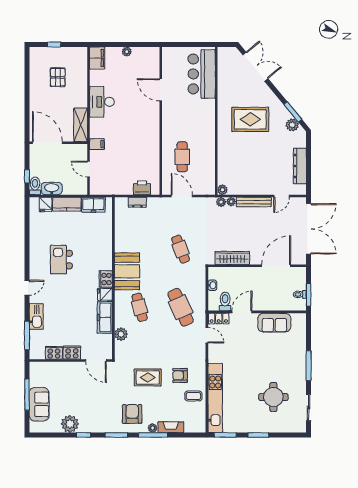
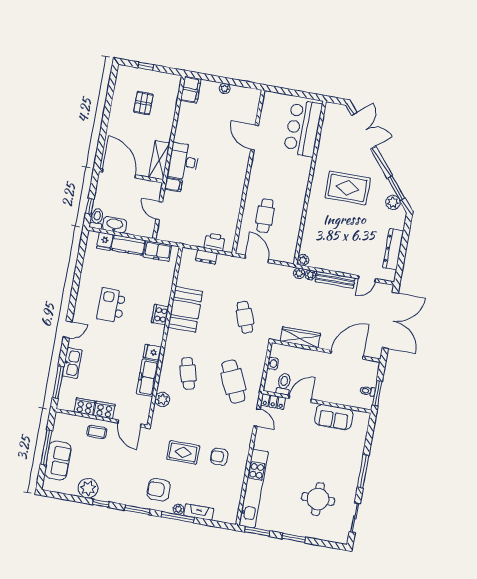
desk: (102, 102) -> (183, 161), moved
booth: (127, 271) -> (185, 309), moved
cooker: (106, 279) -> (160, 315), moved
coffee table: (193, 396) -> (97, 432), moved
armchair: (132, 414) -> (159, 490), turned -90

